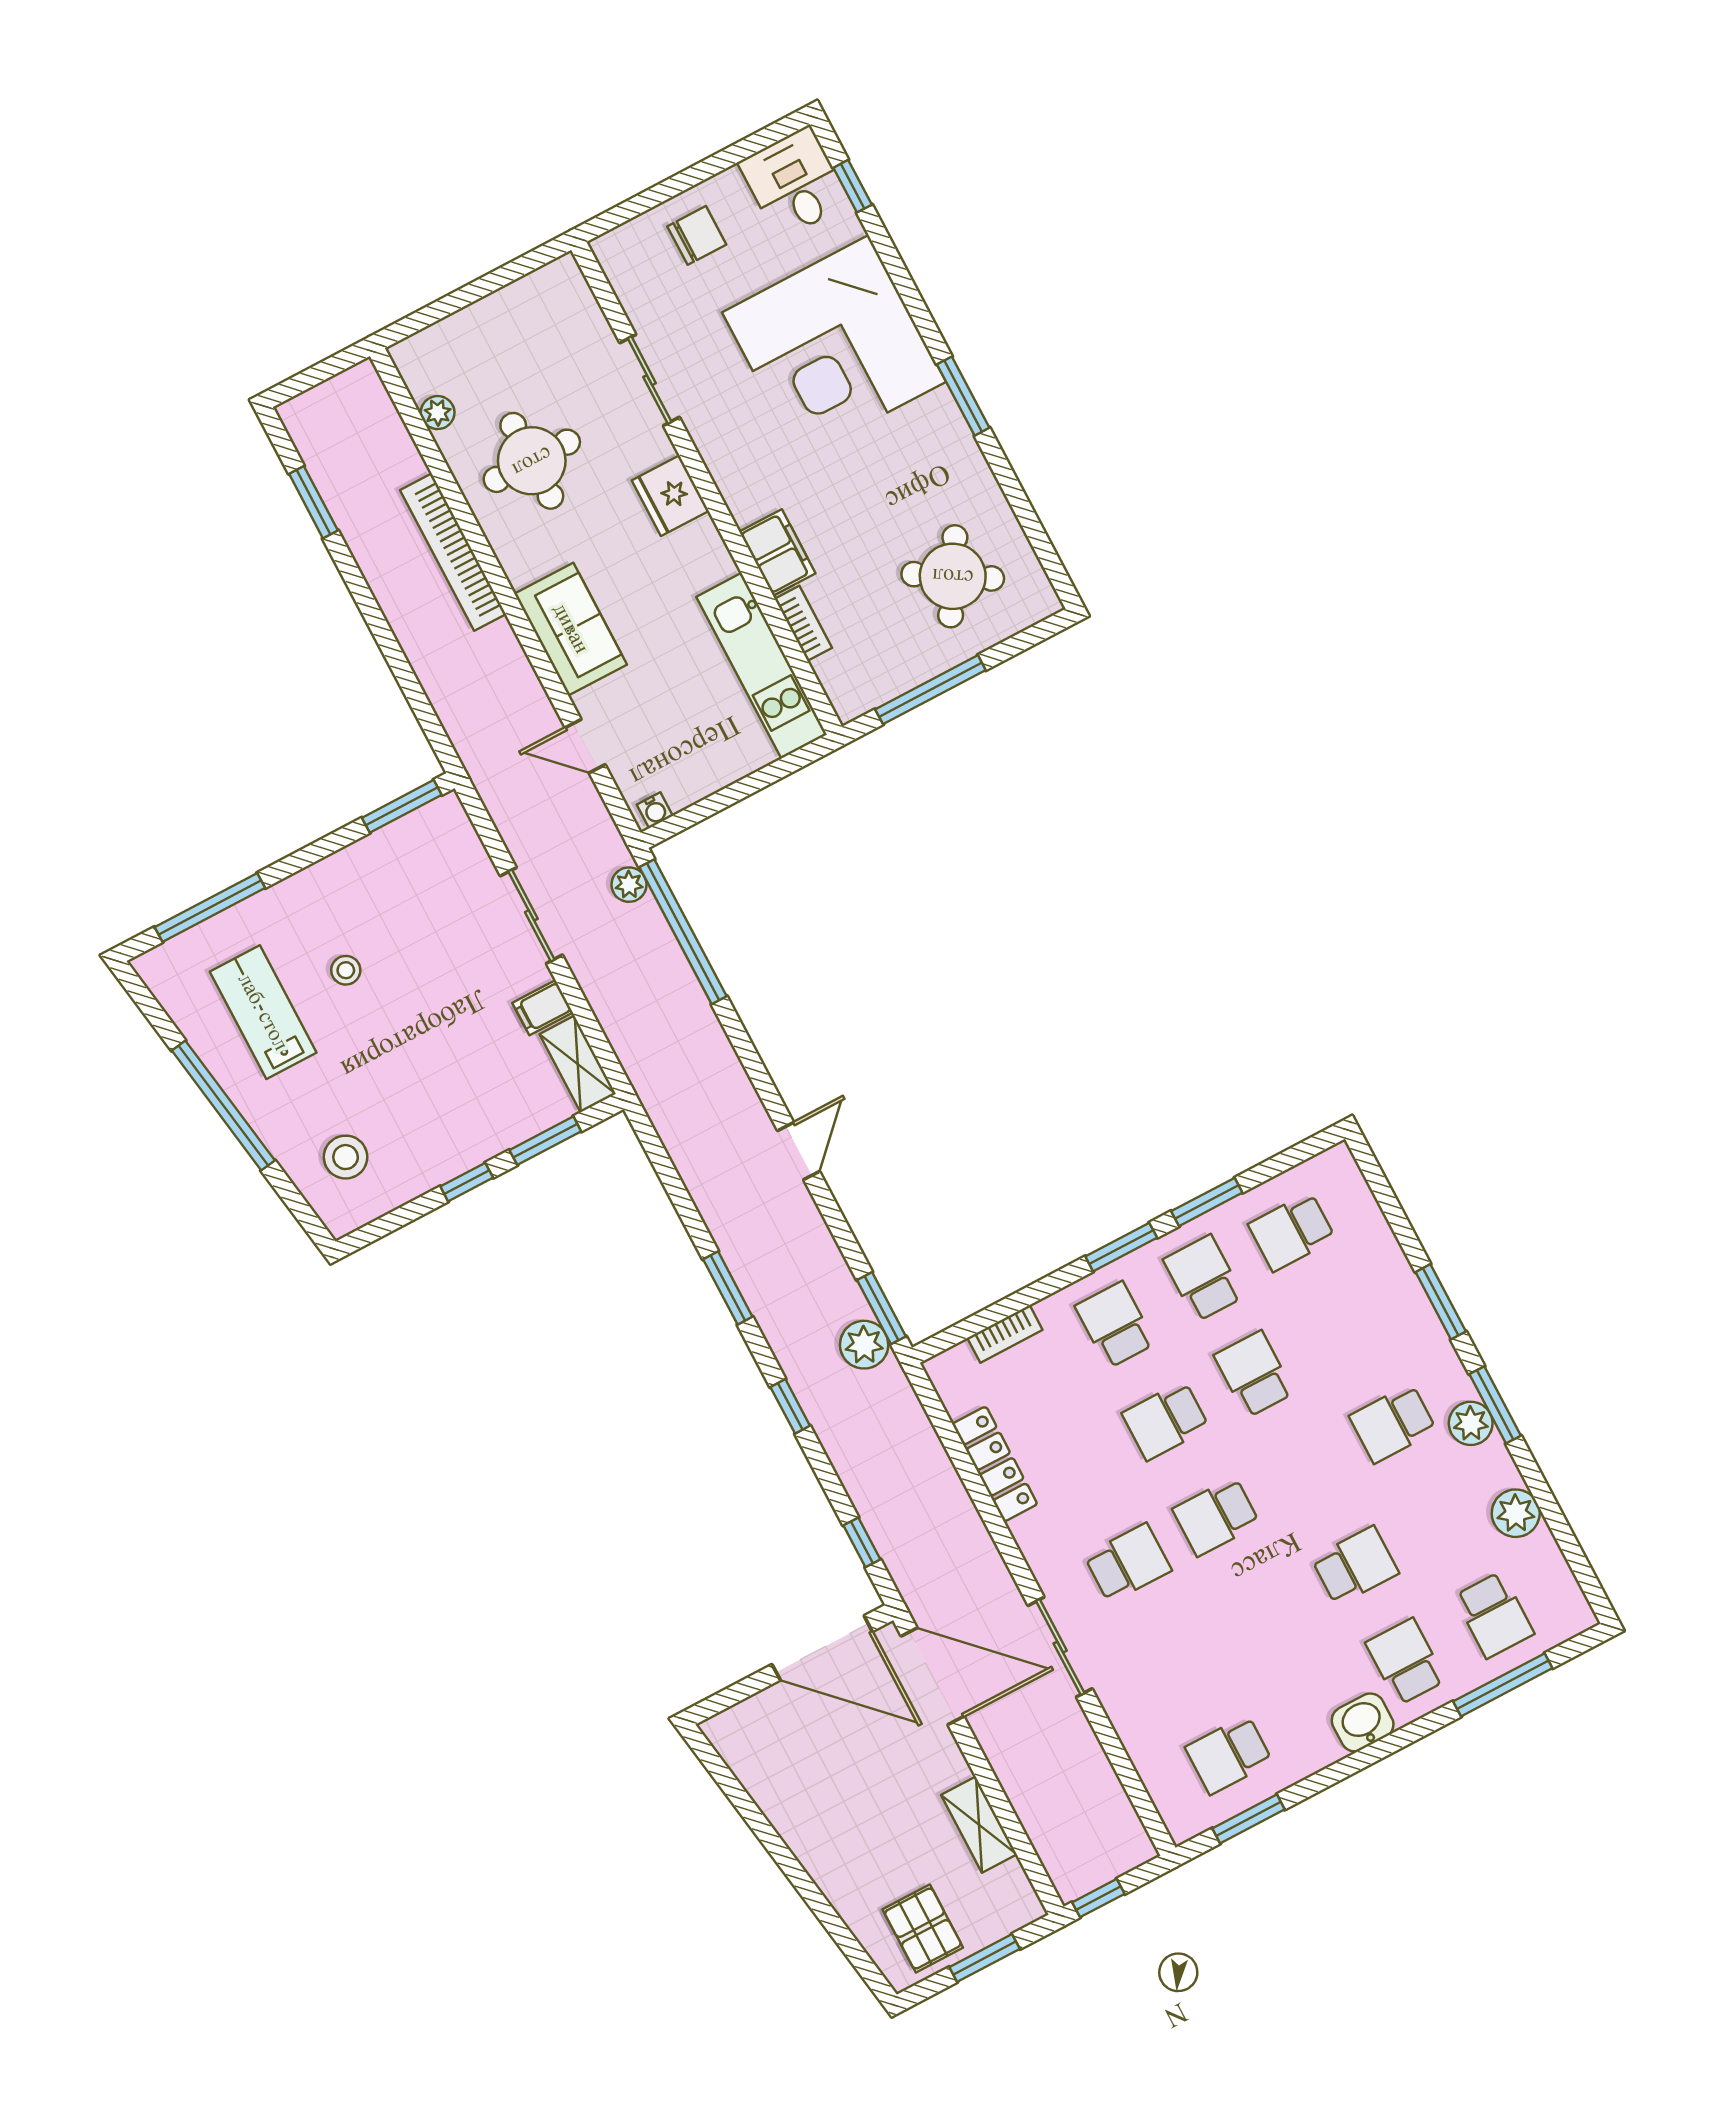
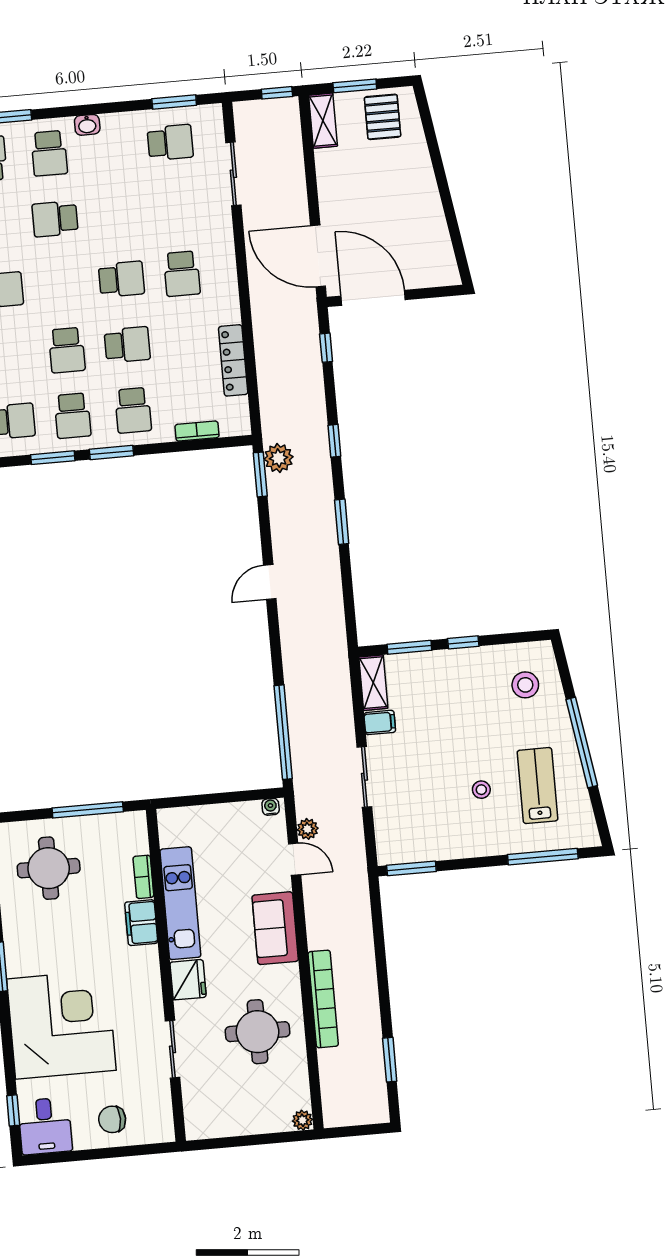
plant: (438, 413) -> (303, 1120), moved
round table: (953, 576) -> (49, 868), turned -31
kitchen unit: (762, 666) -> (180, 903), moved
plant: (629, 885) -> (308, 829), moved
lab bench: (263, 1012) -> (538, 786), turned 180
school desk: (1128, 1563) -> (182, 274), turned -90
sliding door: (1060, 1647) -> (233, 174), moved
washbasin: (1363, 1722) -> (87, 125), width x0.72, depth x0.69
shelving: (979, 1825) -> (323, 121), moved

